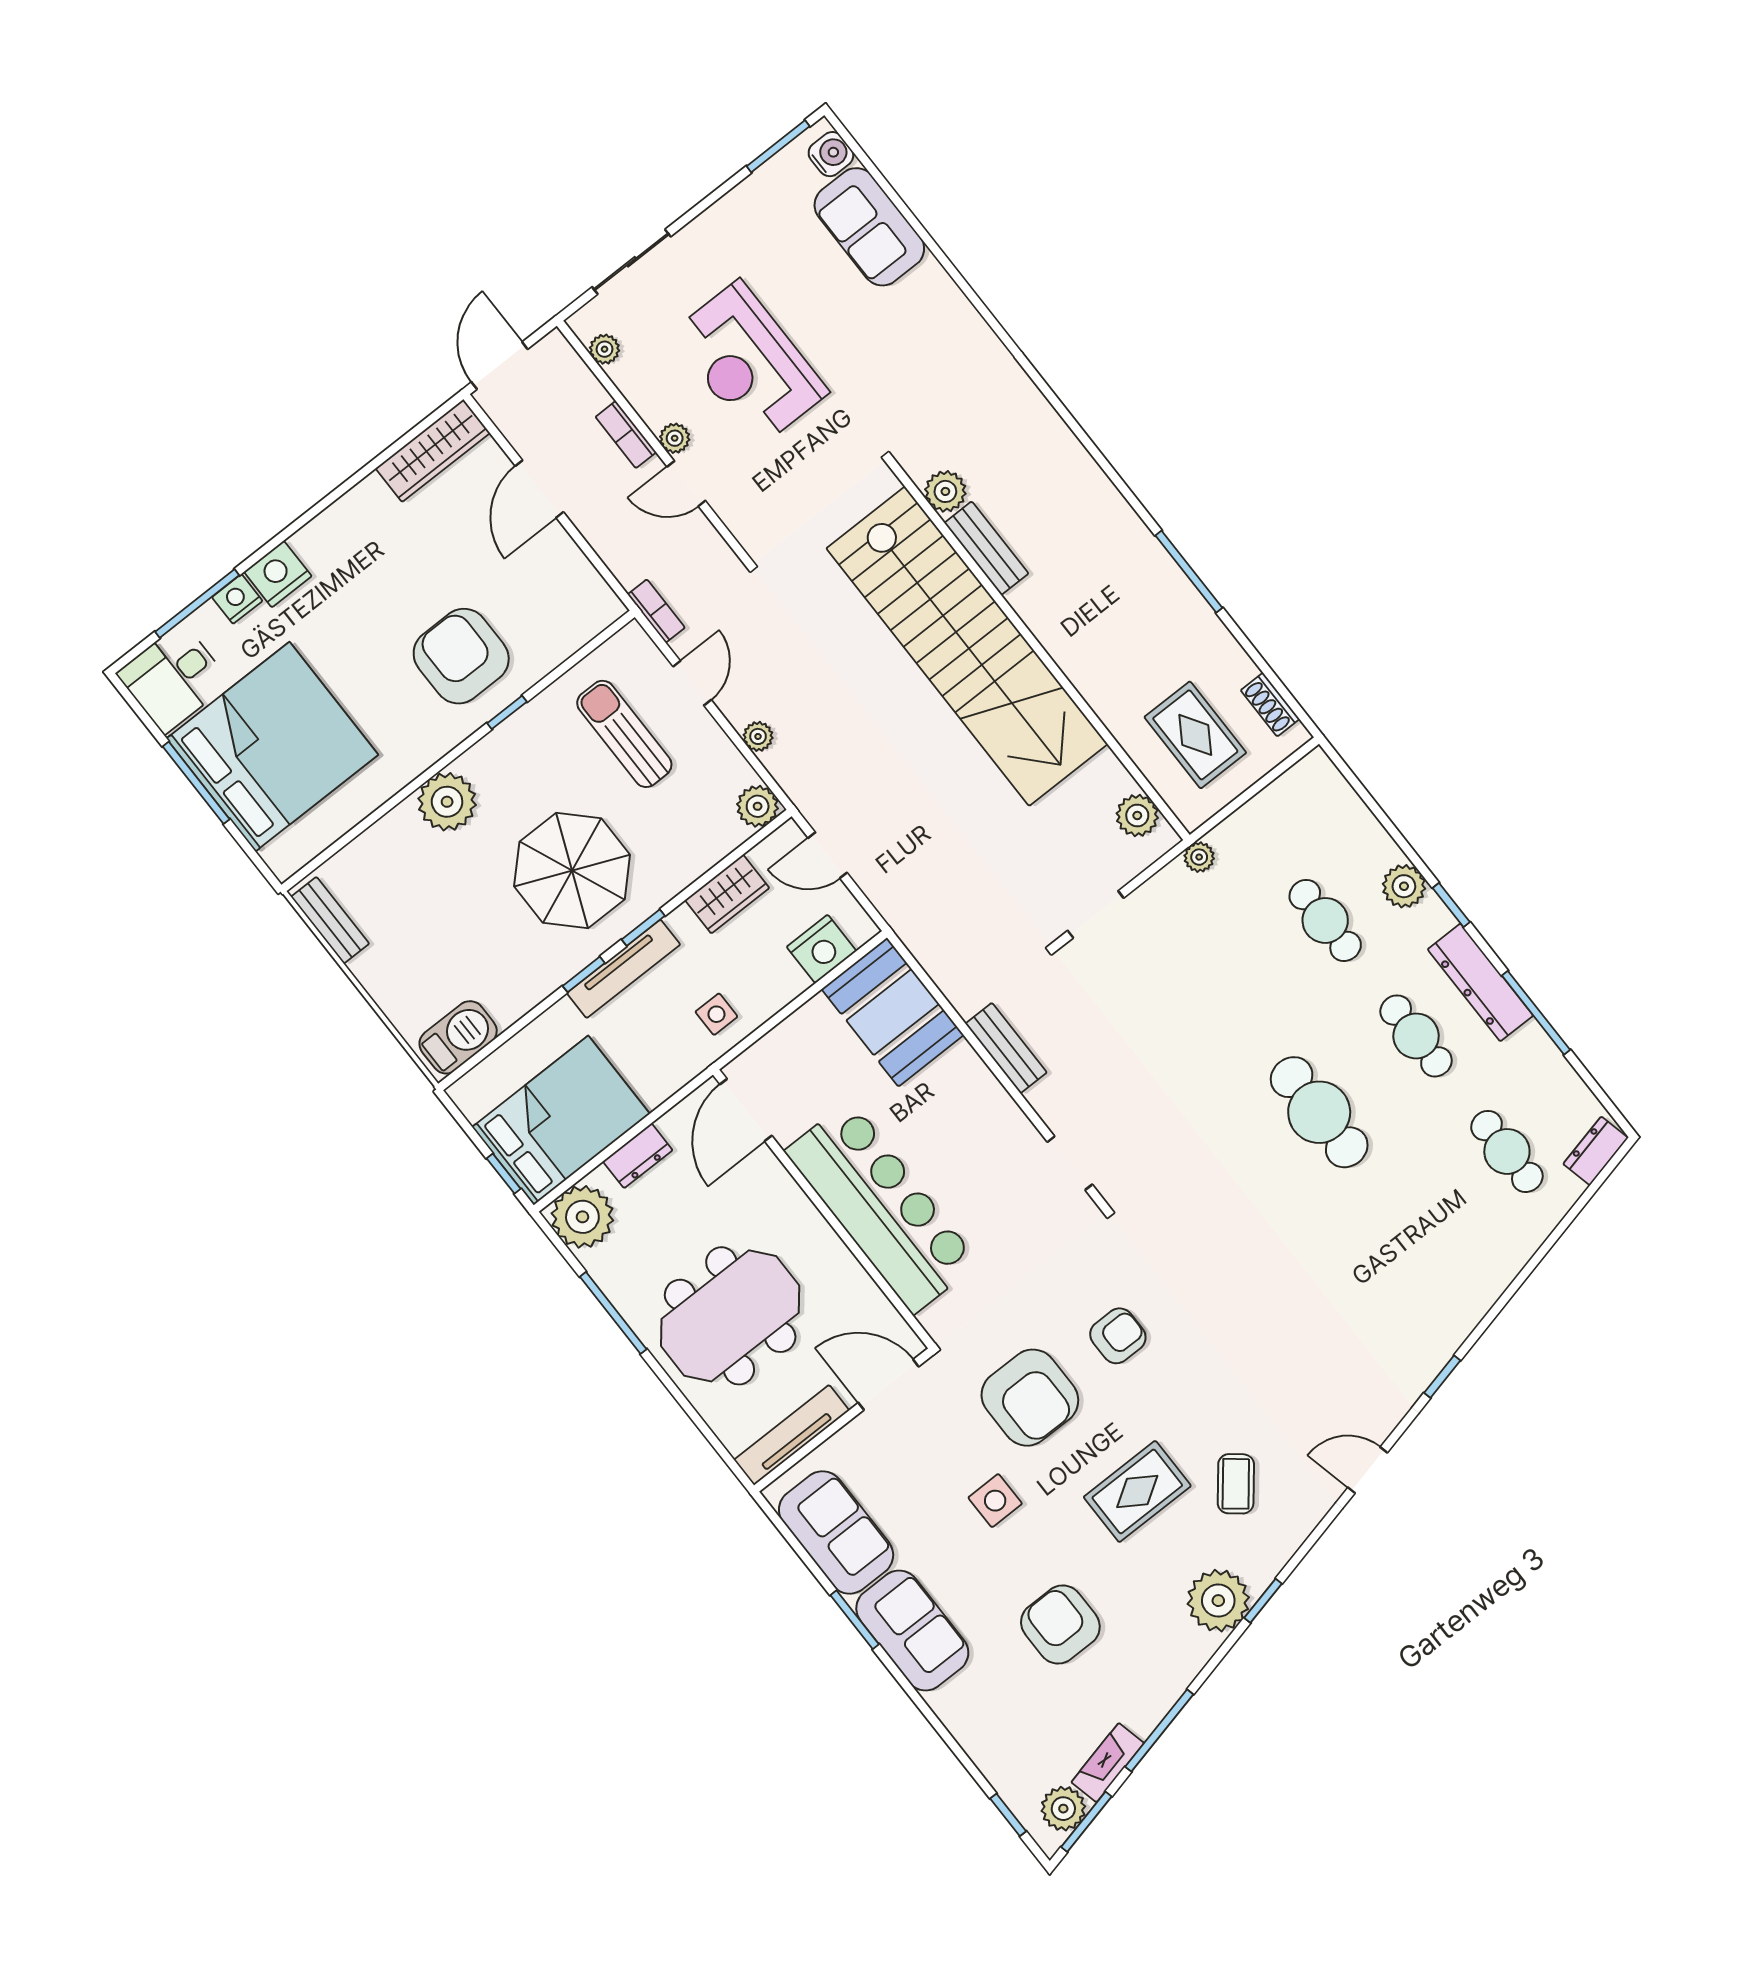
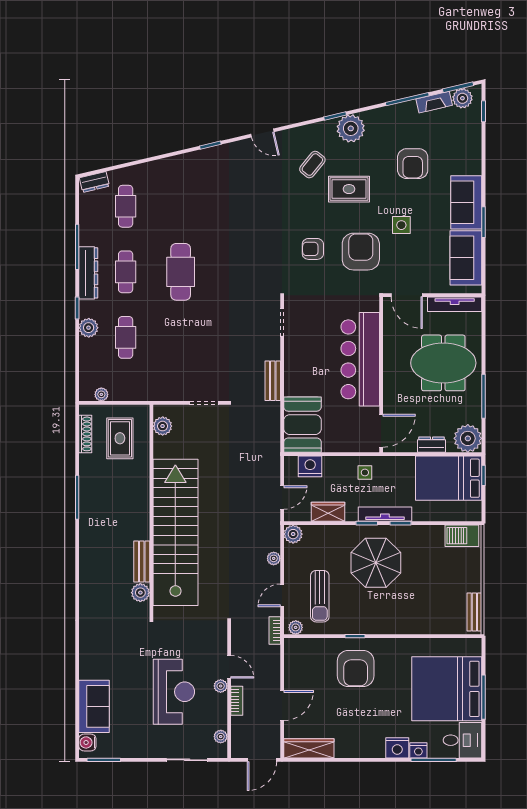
shoe rack: (1270, 705) -> (85, 434), width x1.43
plant: (447, 802) -> (296, 627), moved, width x0.53, depth x0.53
door: (828, 855) -> (282, 498), hinge flipped
plant: (1199, 857) -> (101, 394), moved

